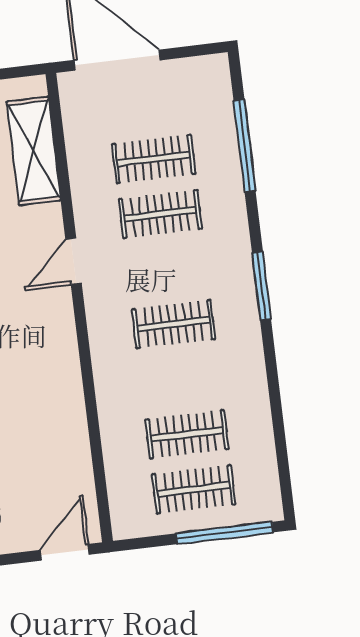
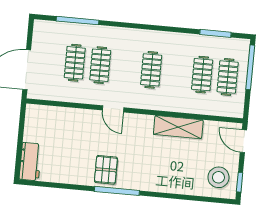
shelving: (34, 151) -> (178, 127), moved
window: (261, 286) -> (215, 33), moved

